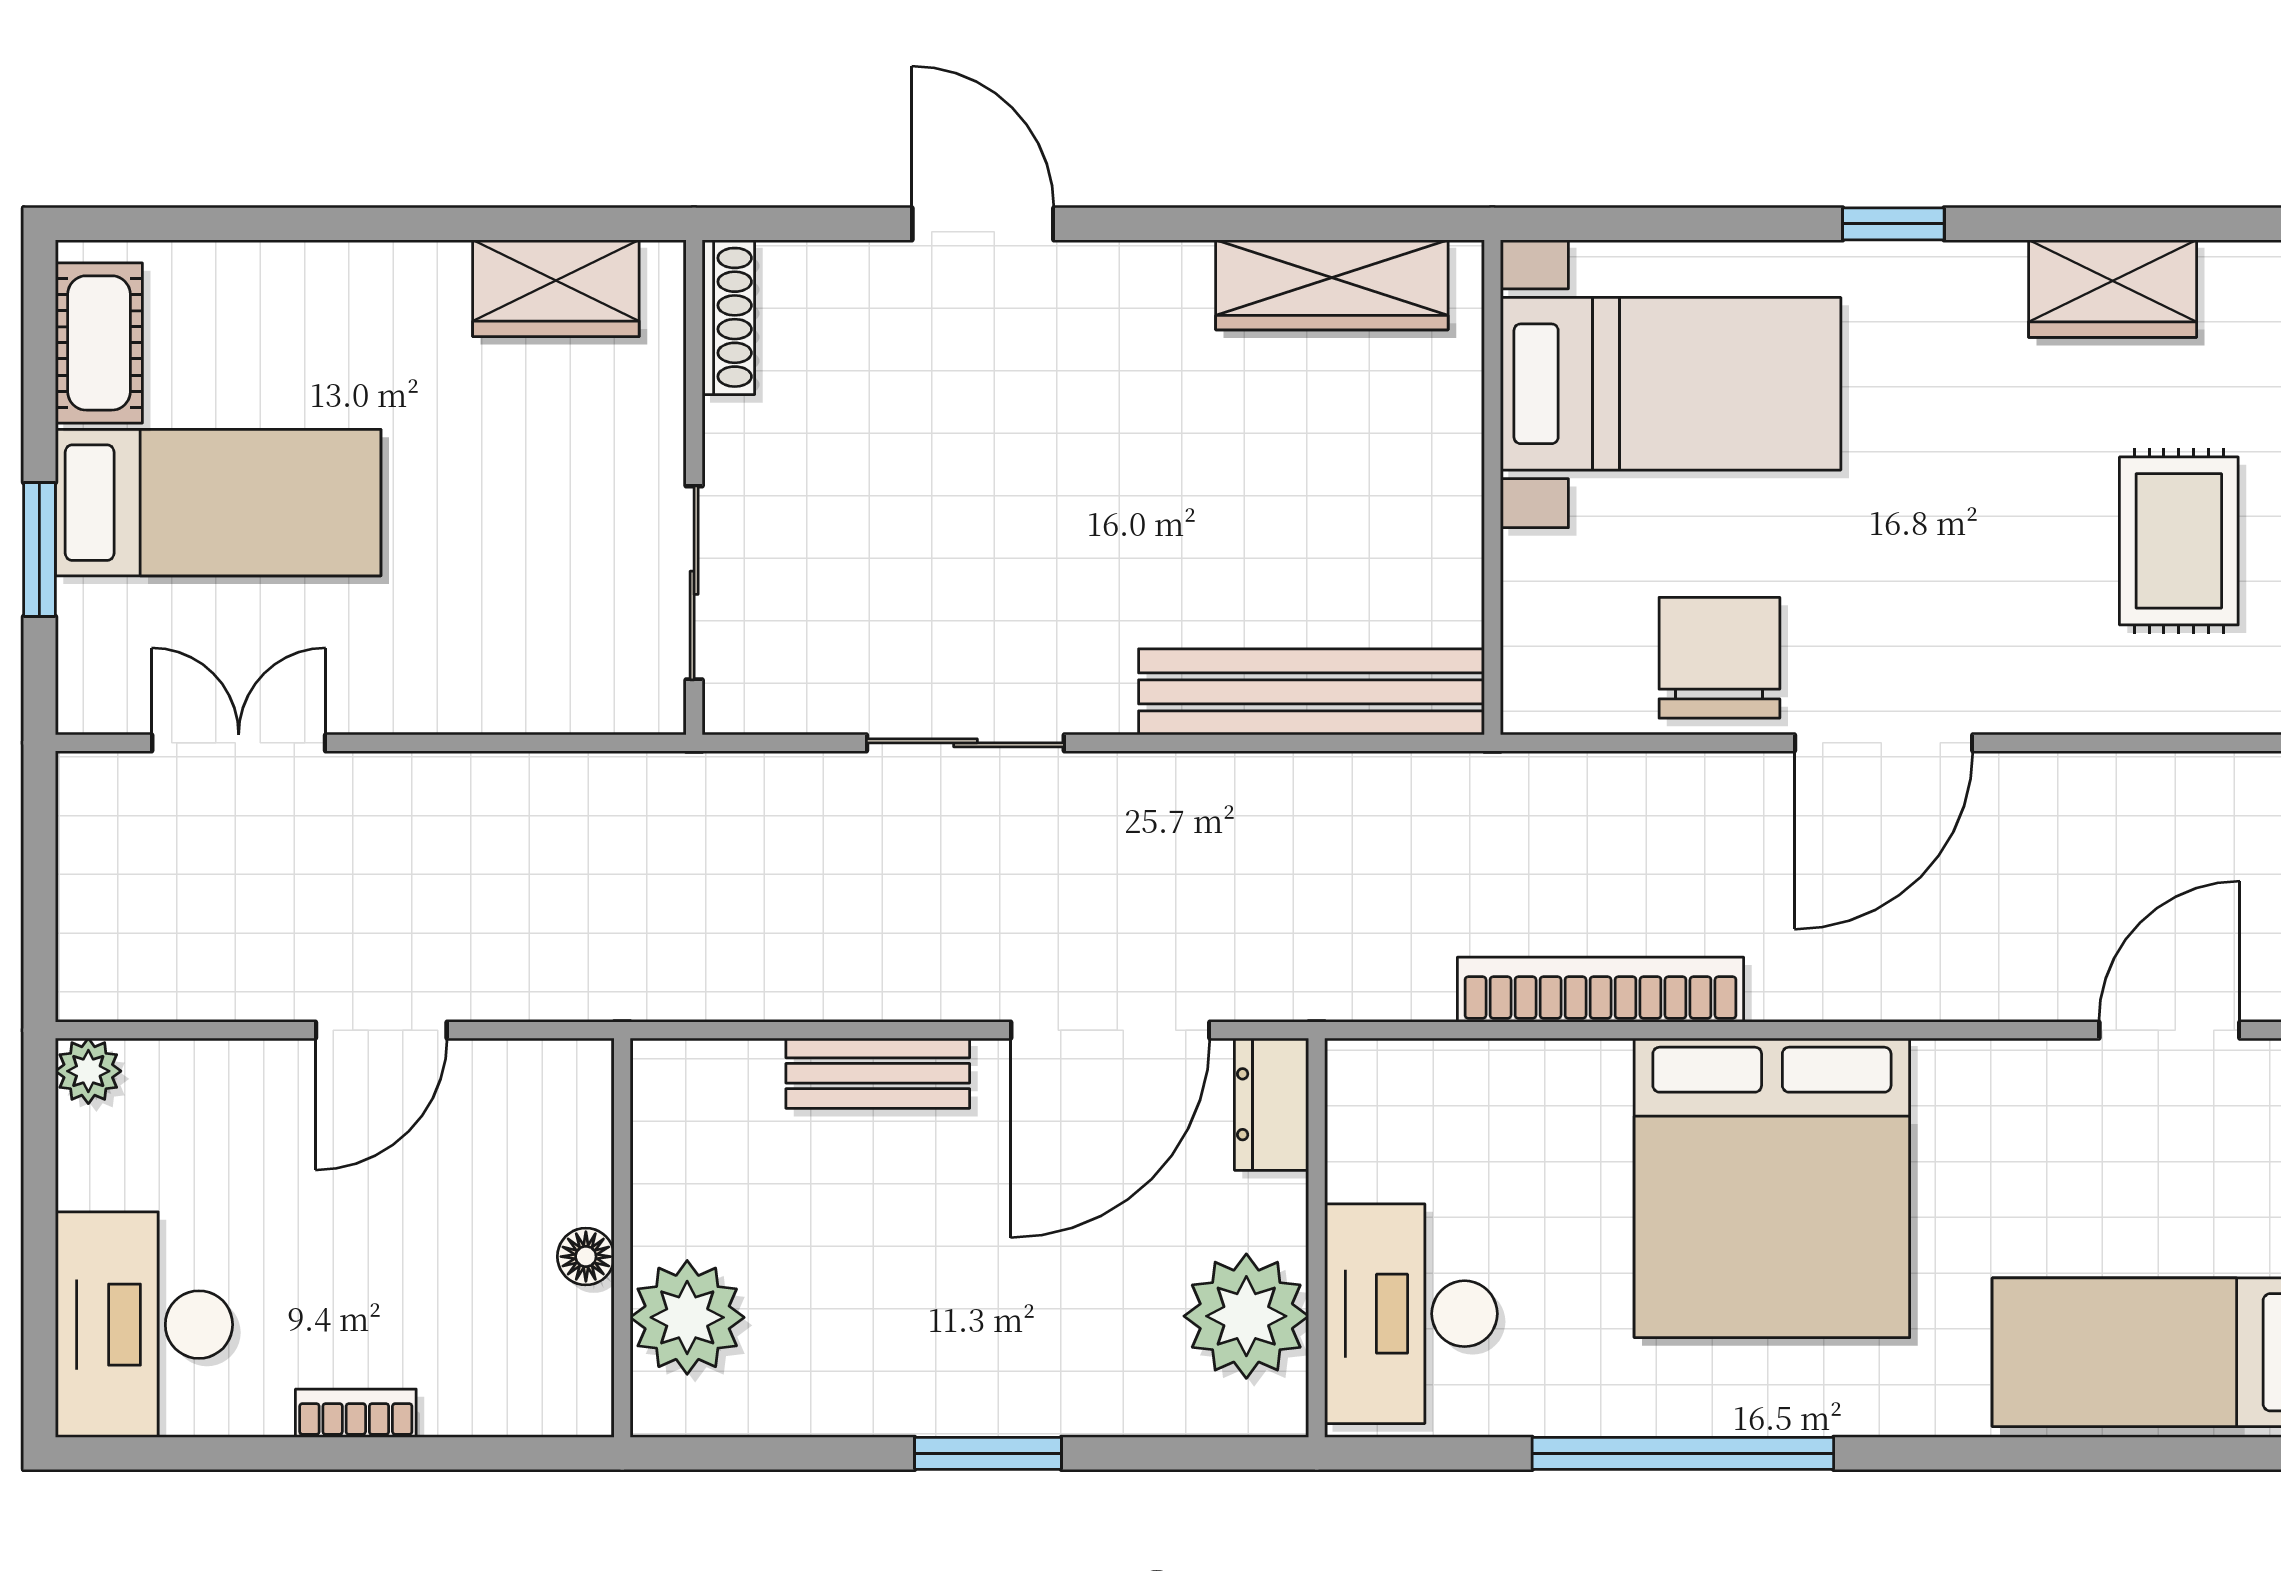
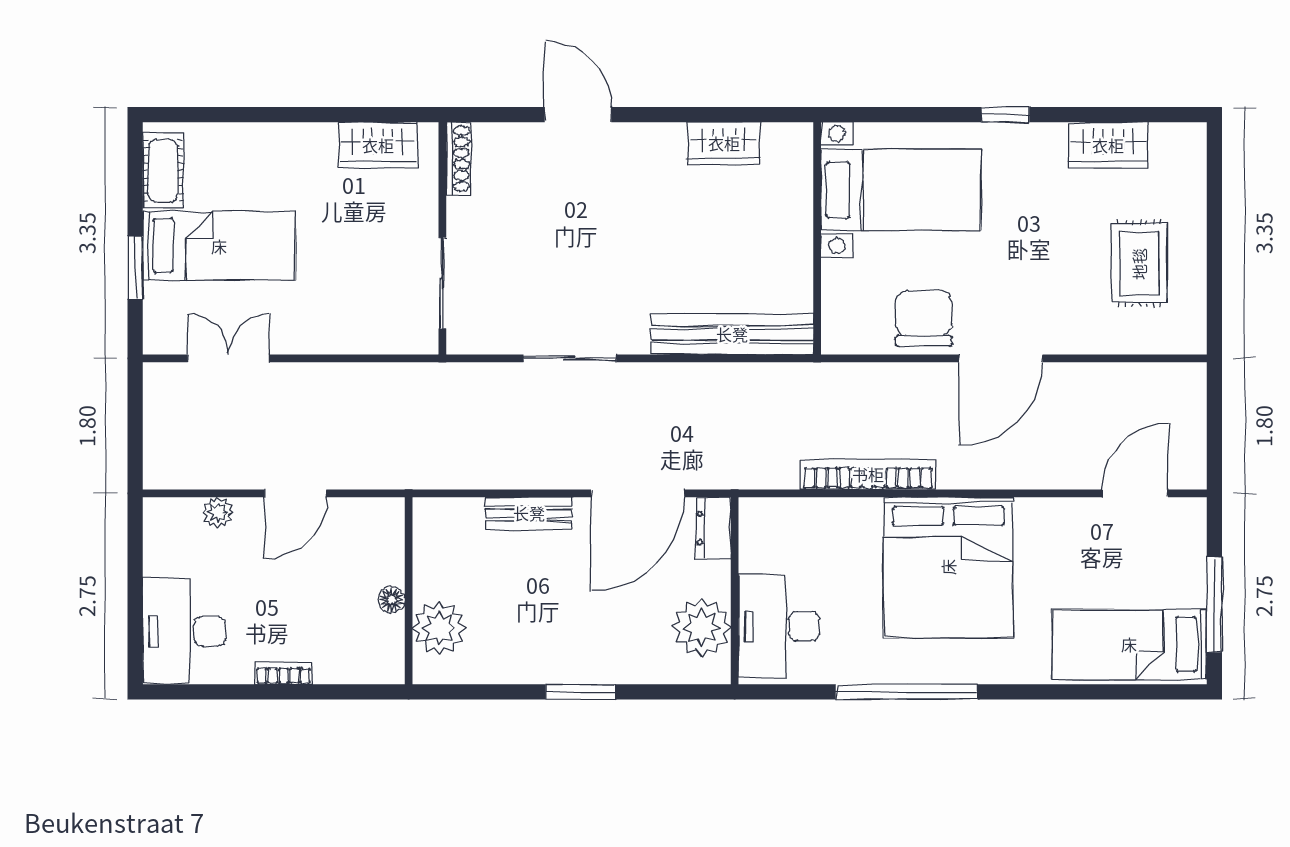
wardrobe: (1332, 285) -> (724, 143), width x0.67
plant: (88, 1071) -> (218, 512), moved

